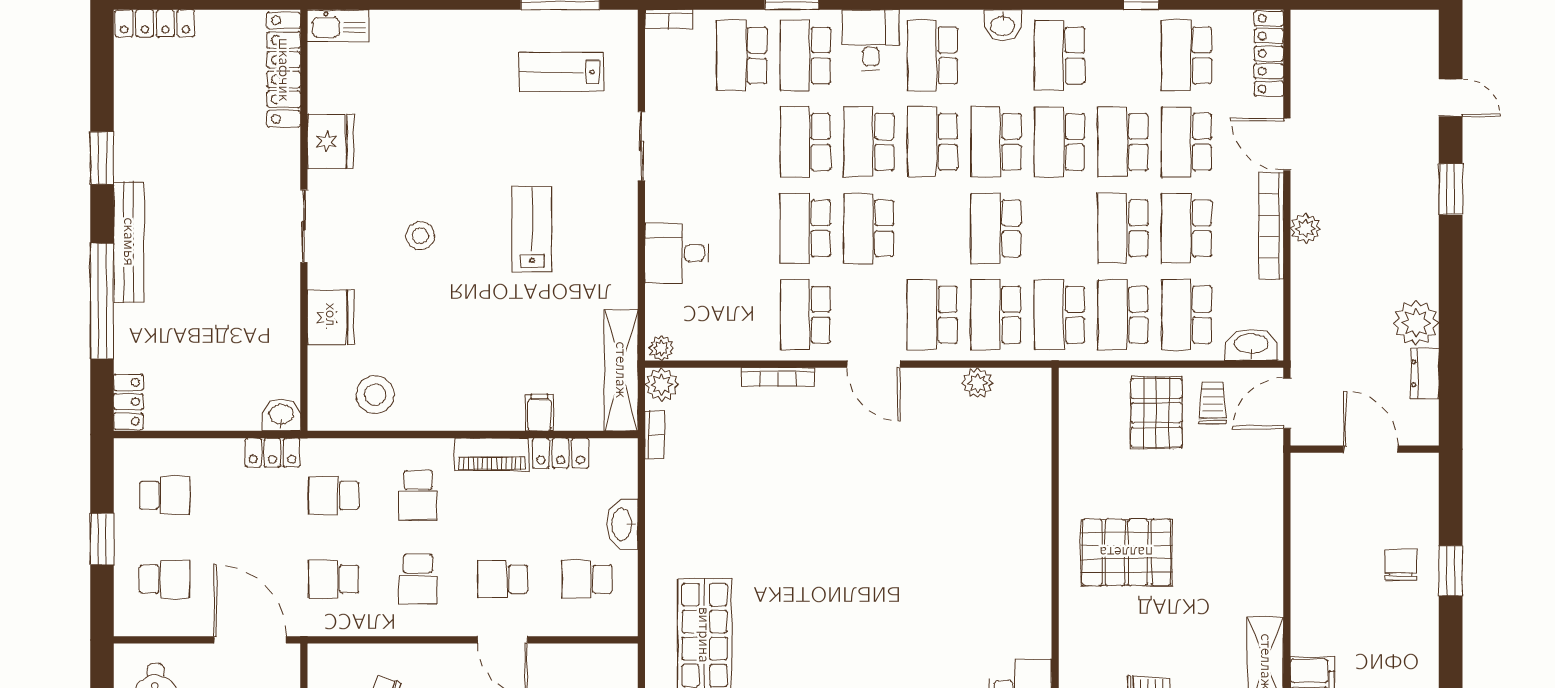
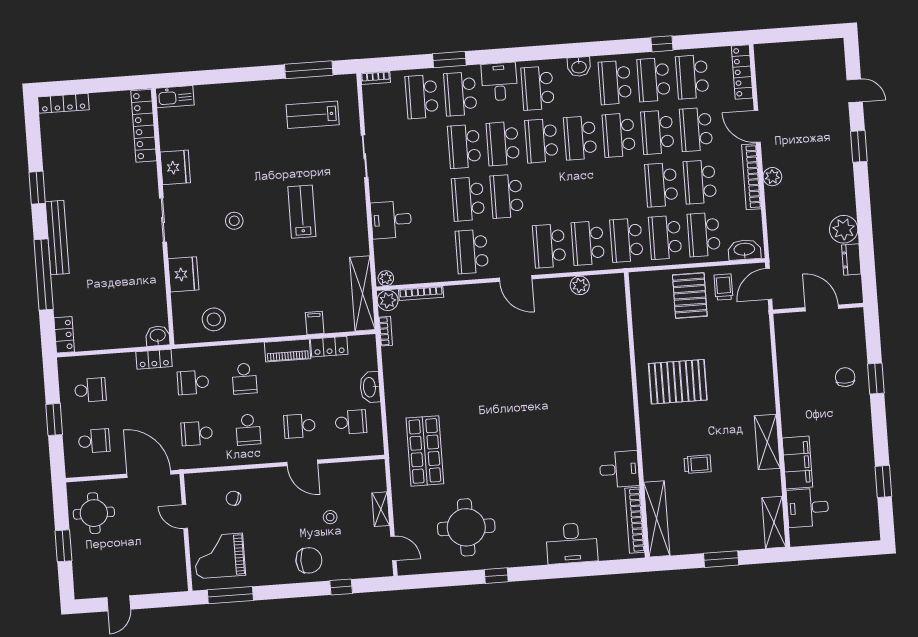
school desk: (996, 228) -> (654, 80), moved
bookcase: (778, 377) -> (421, 293), moved
school desk: (587, 579) -> (351, 422), turned 180

